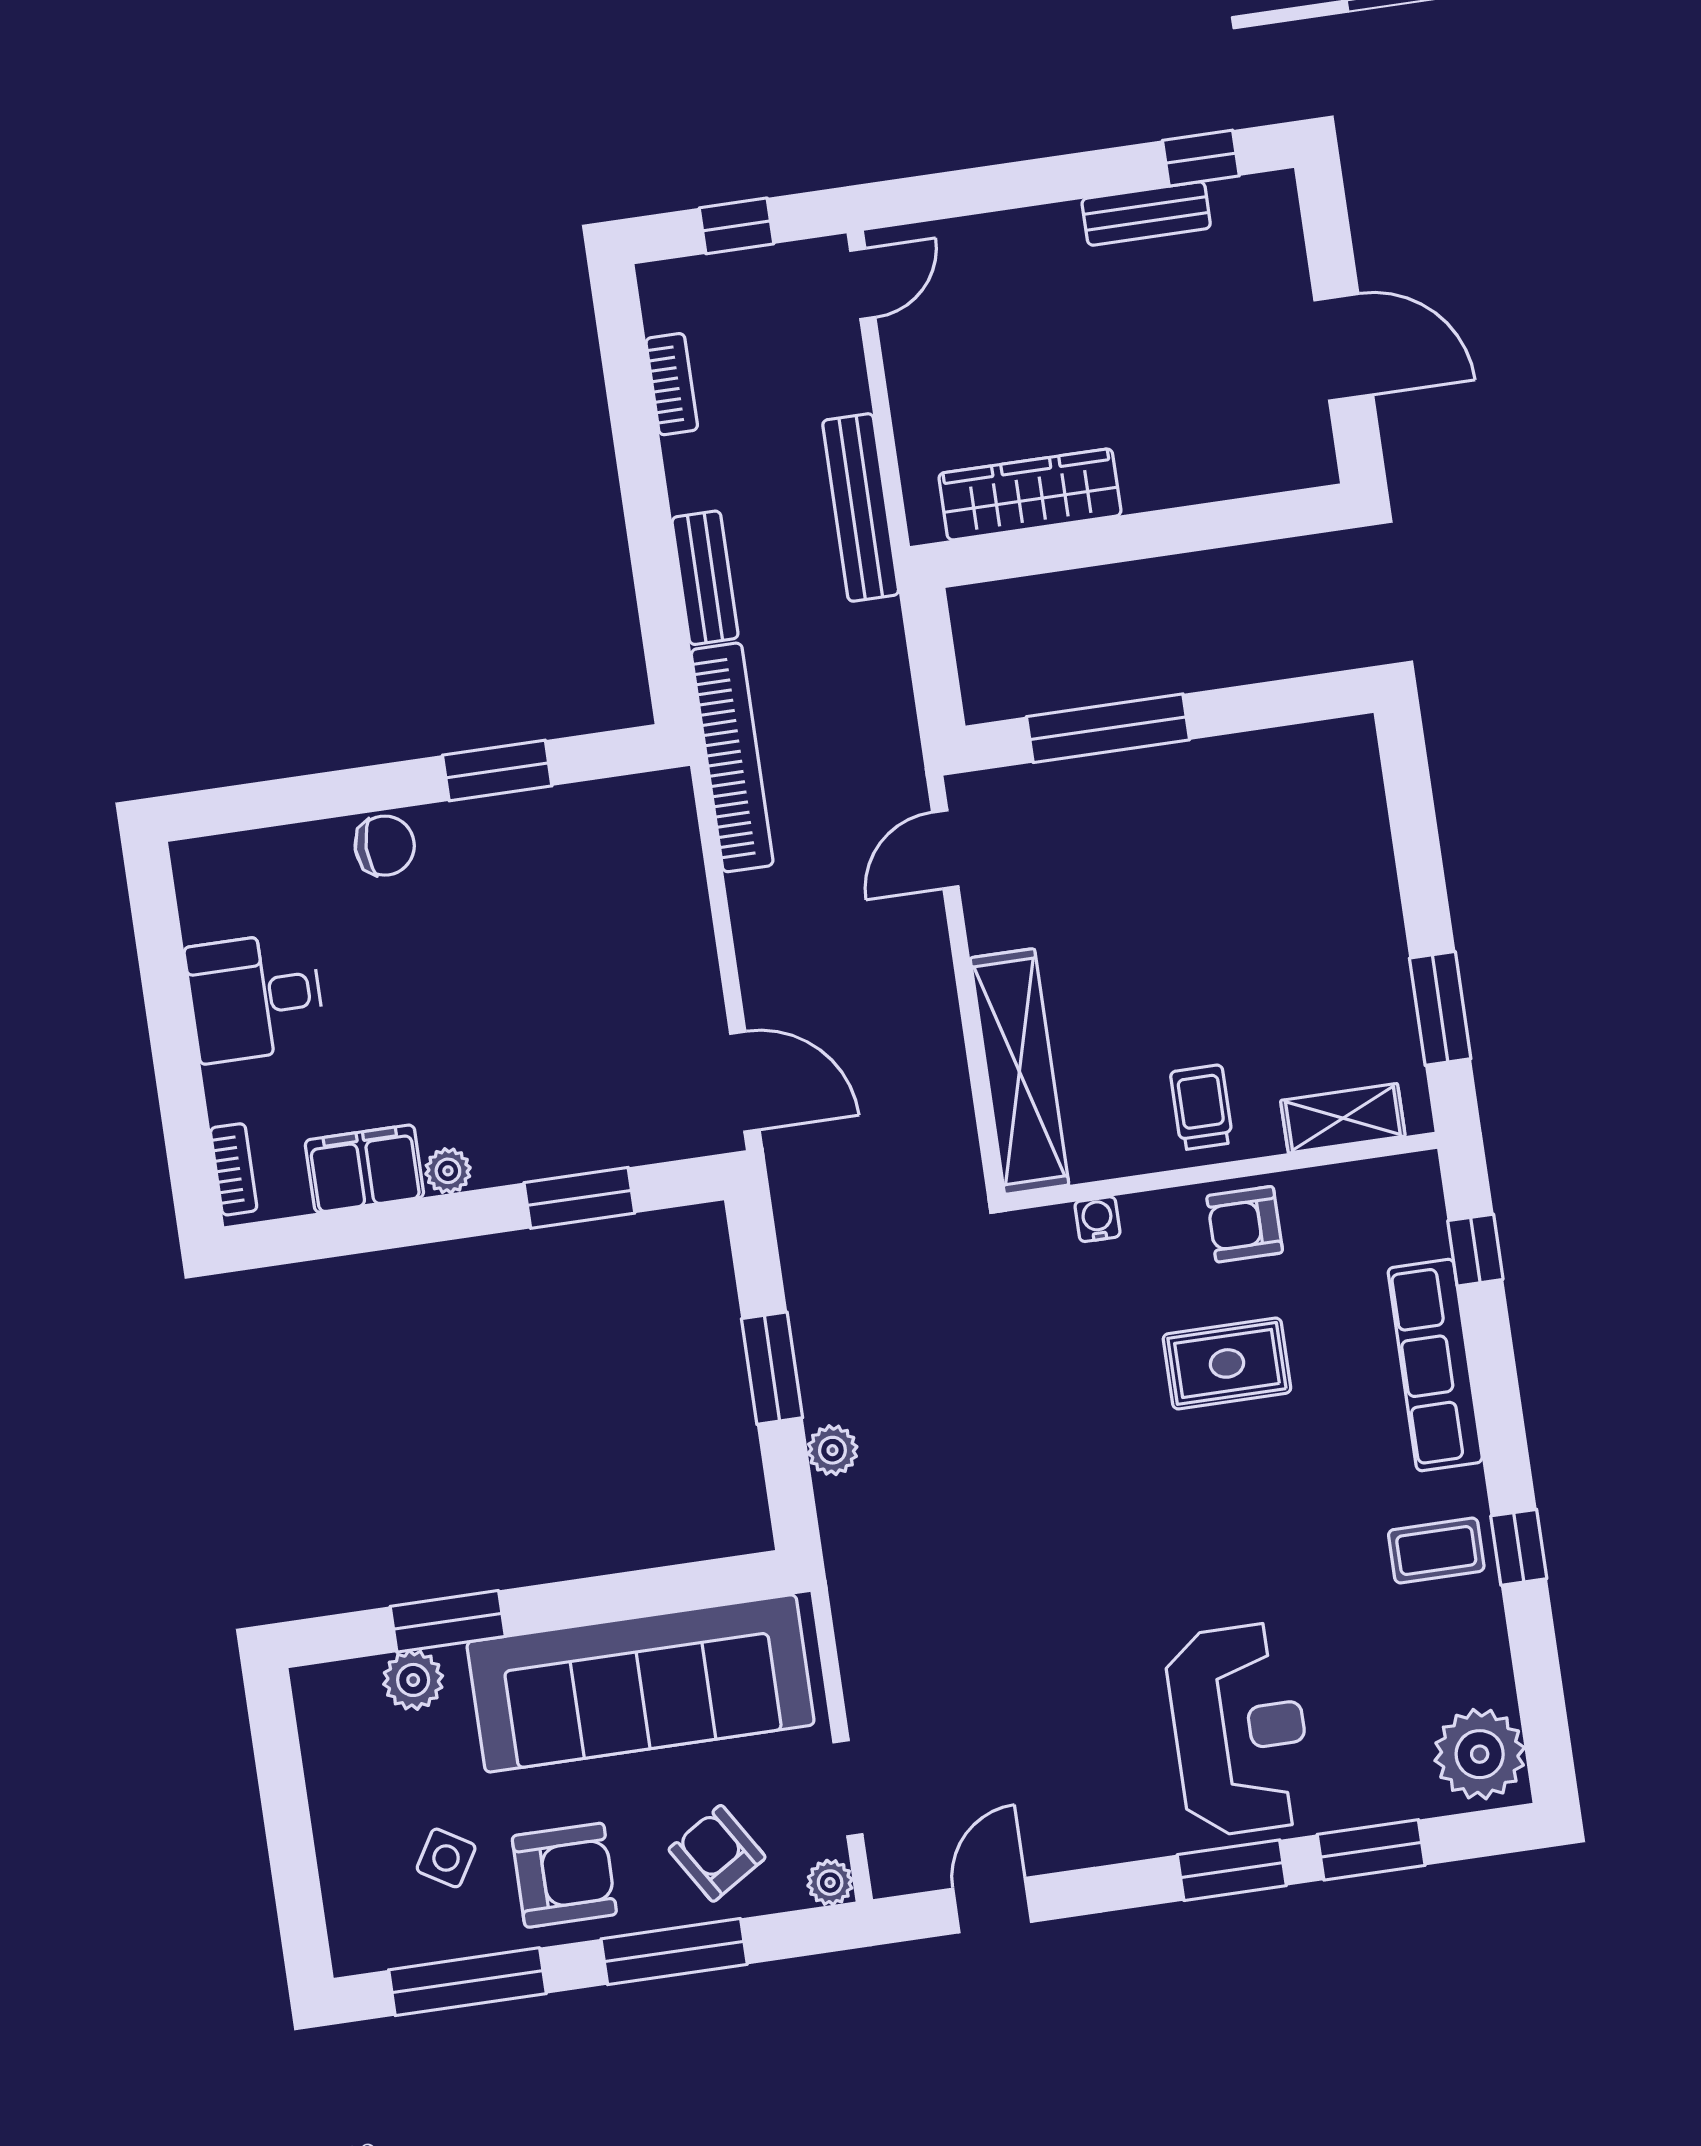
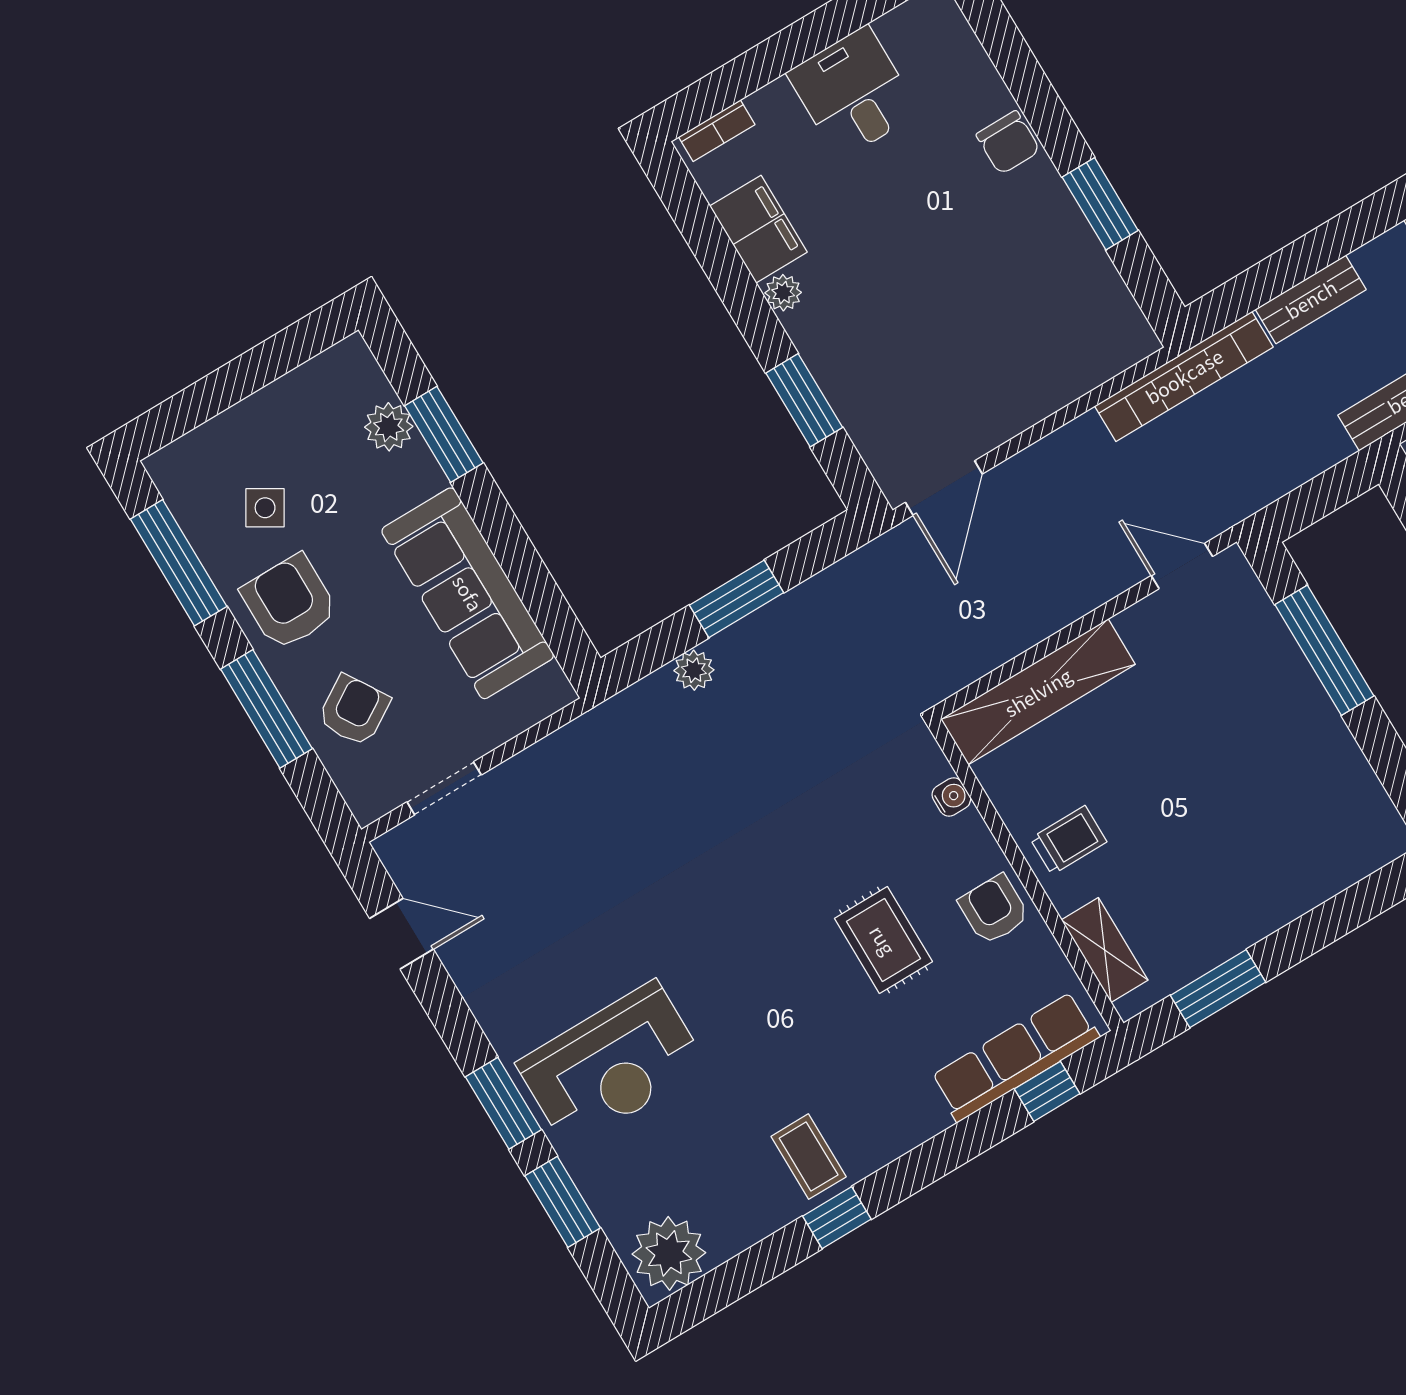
row of seats: (1435, 1365) -> (1015, 1057), moved
sofa: (641, 1683) -> (468, 593), width x0.74, depth x0.79
armchair: (564, 1875) -> (289, 602), turned 180
plant: (830, 1883) -> (368, 805), removed

